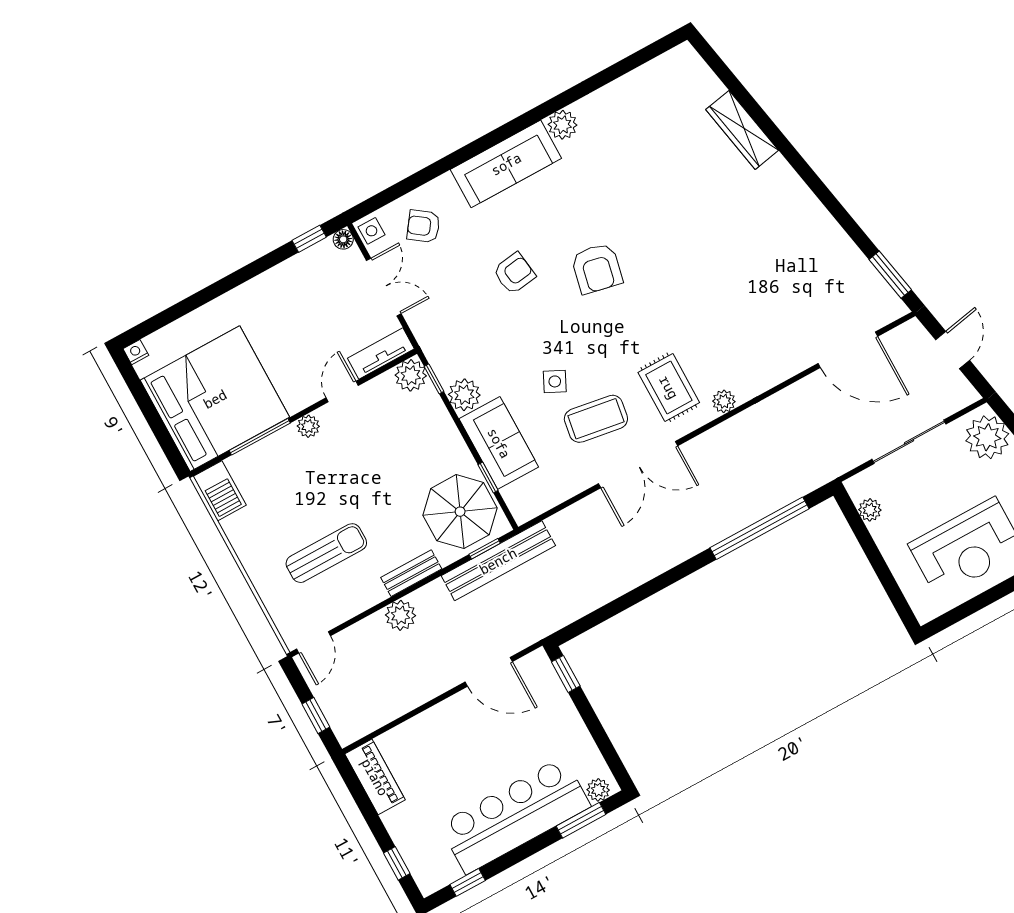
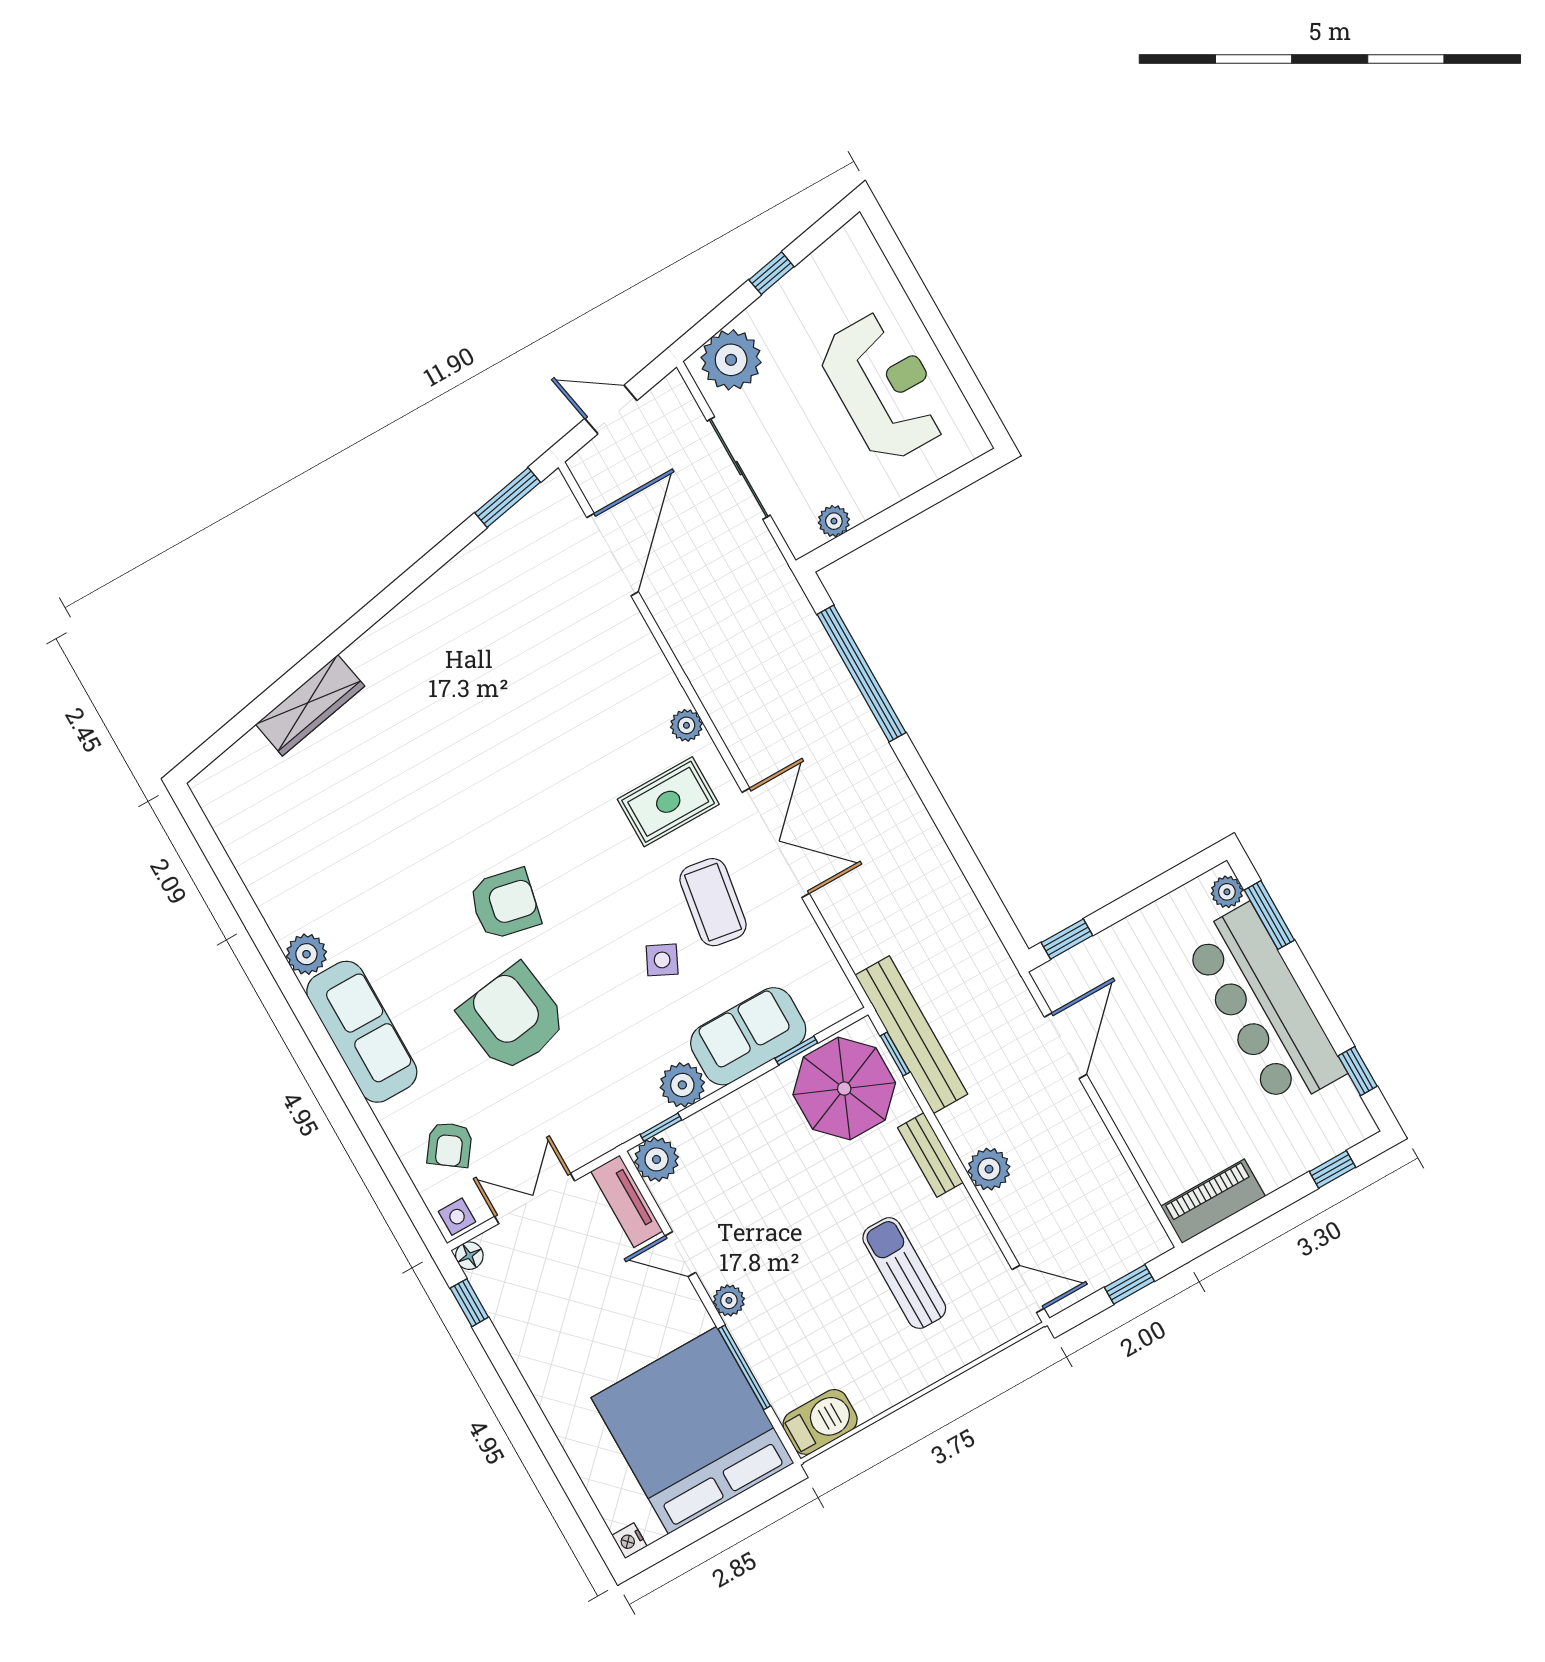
armchair: (514, 273) -> (513, 1018), width x1.88, depth x1.88

